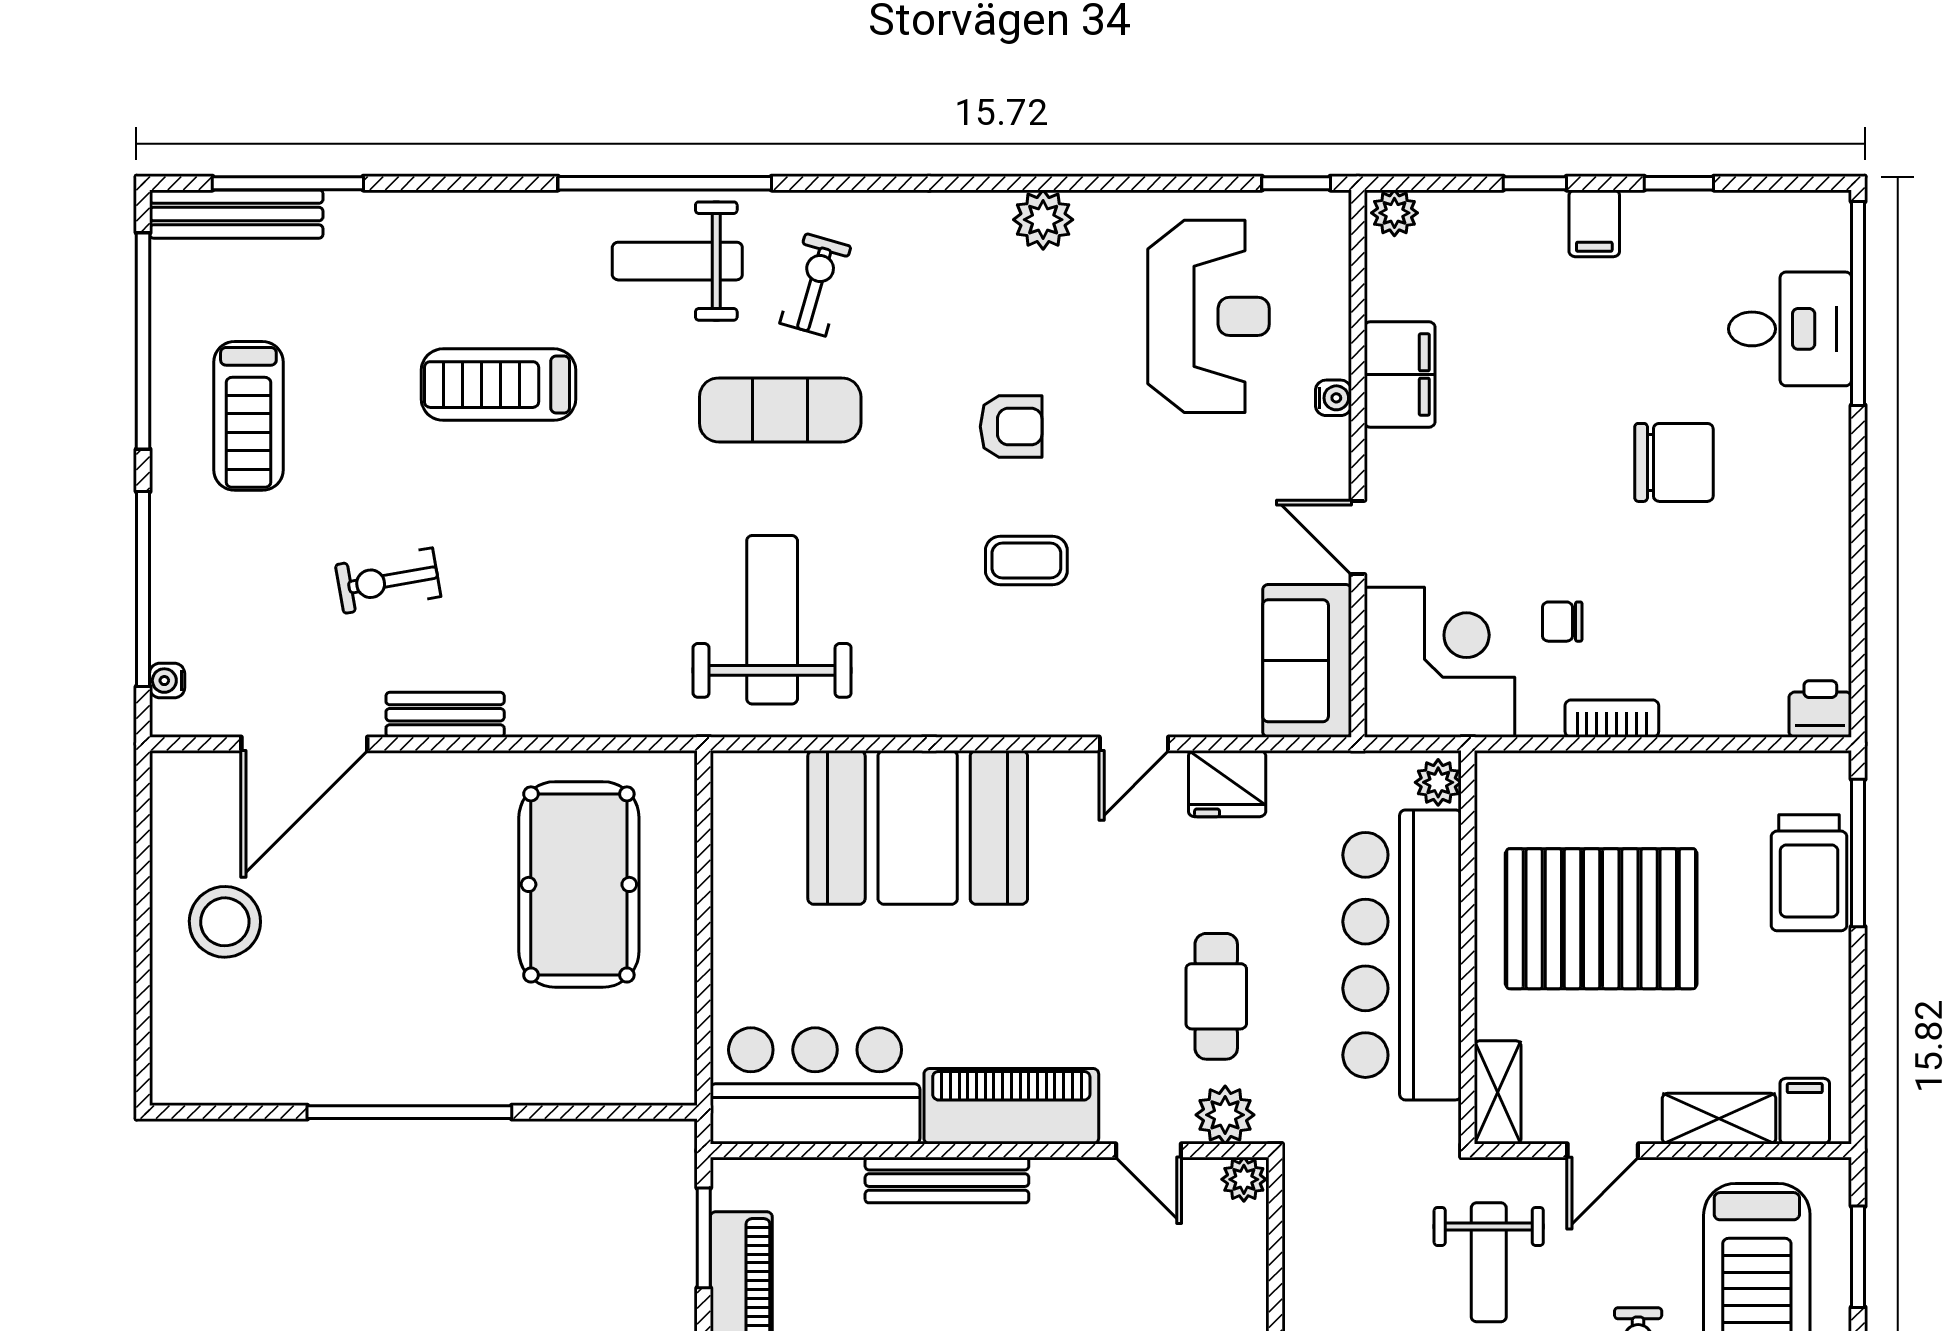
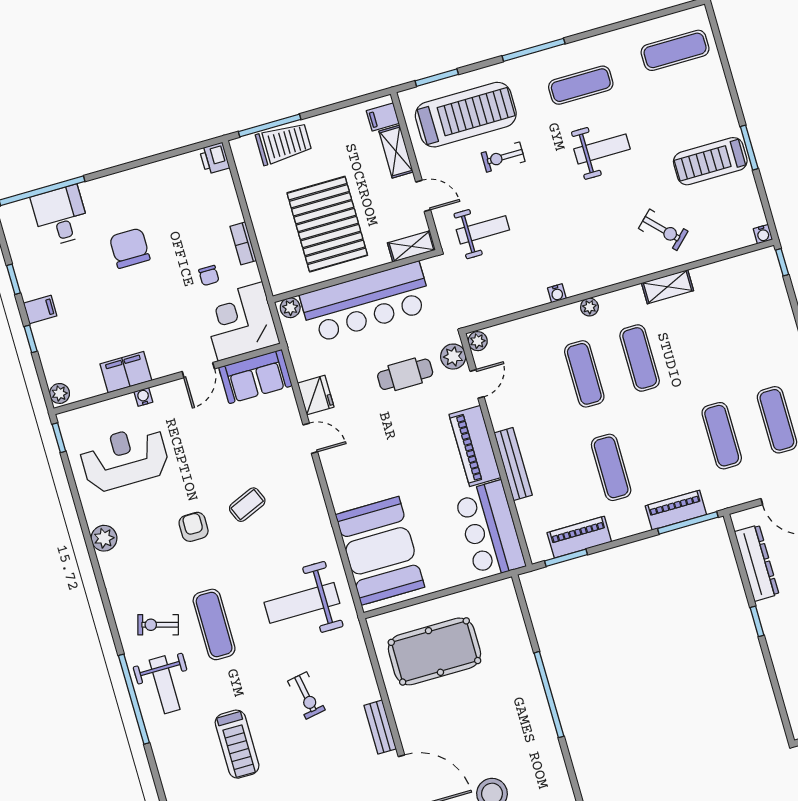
coffee table: (1026, 561) -> (247, 505), turned 67
exercise bike: (388, 581) -> (306, 696), moved
booth: (918, 827) -> (380, 551), moved

